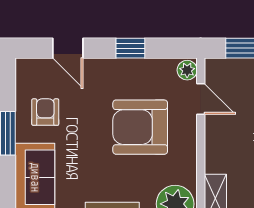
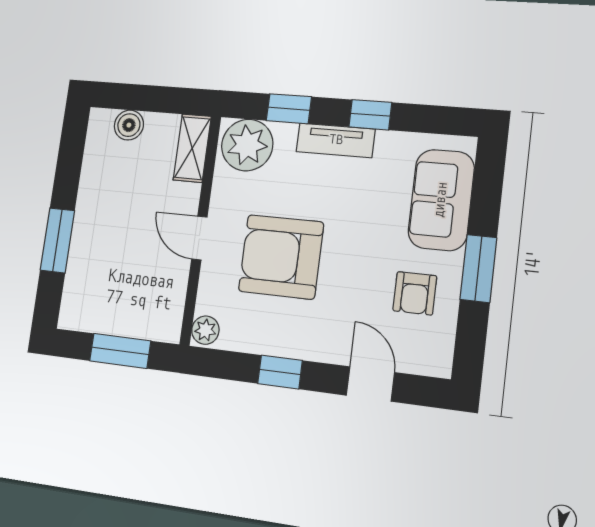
door: (201, 99) -> (199, 238), moved
armchair: (140, 127) -> (281, 257), turned 180

